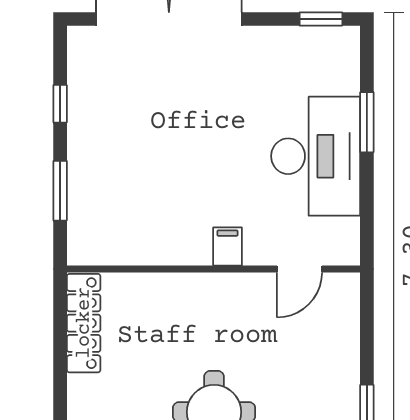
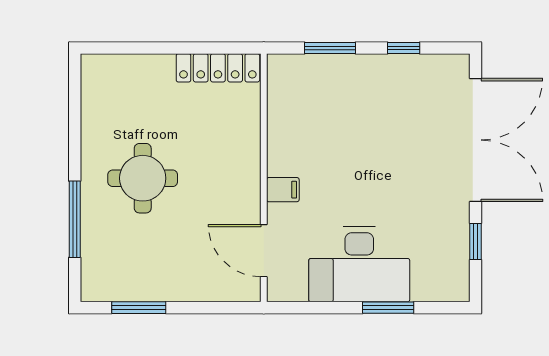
window: (321, 19) -> (475, 242), moved
door: (299, 269) -> (264, 251), width x1.38

